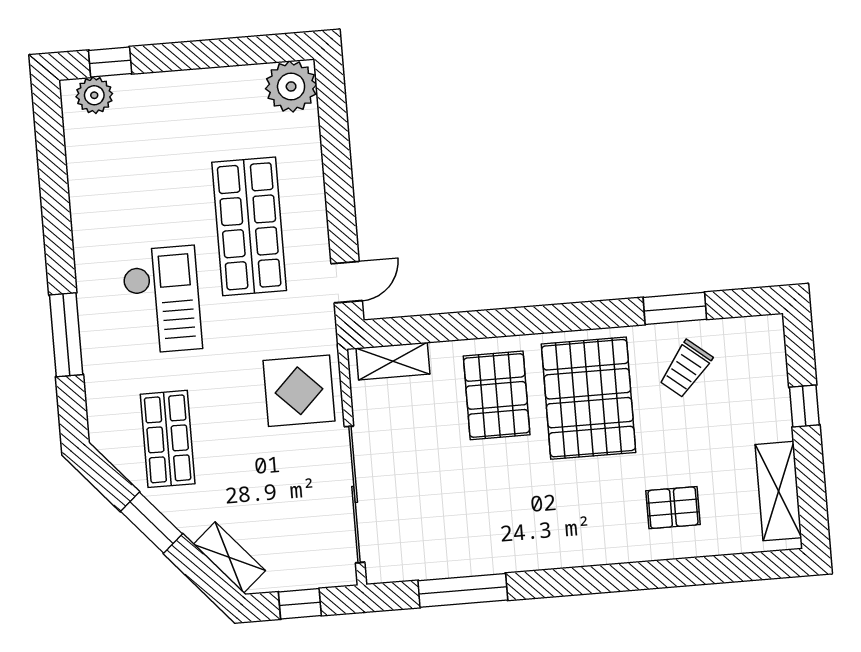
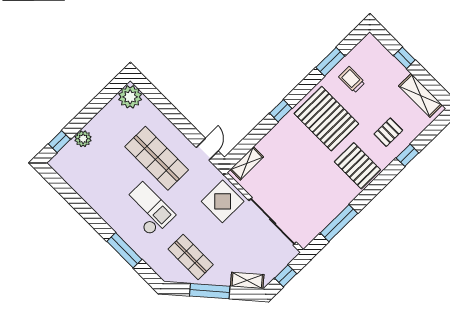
plant: (94, 95) -> (83, 139), moved
window: (523, 321) -> (281, 111), added
trolley: (686, 369) -> (352, 80), turned 141
pallet: (497, 395) -> (357, 166), moved
window: (152, 523) -> (210, 291), width x1.44
window: (673, 573) -> (407, 155), added

